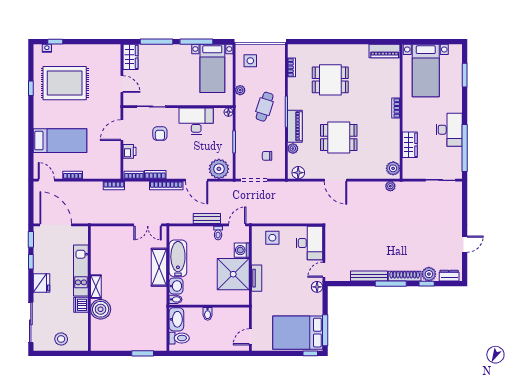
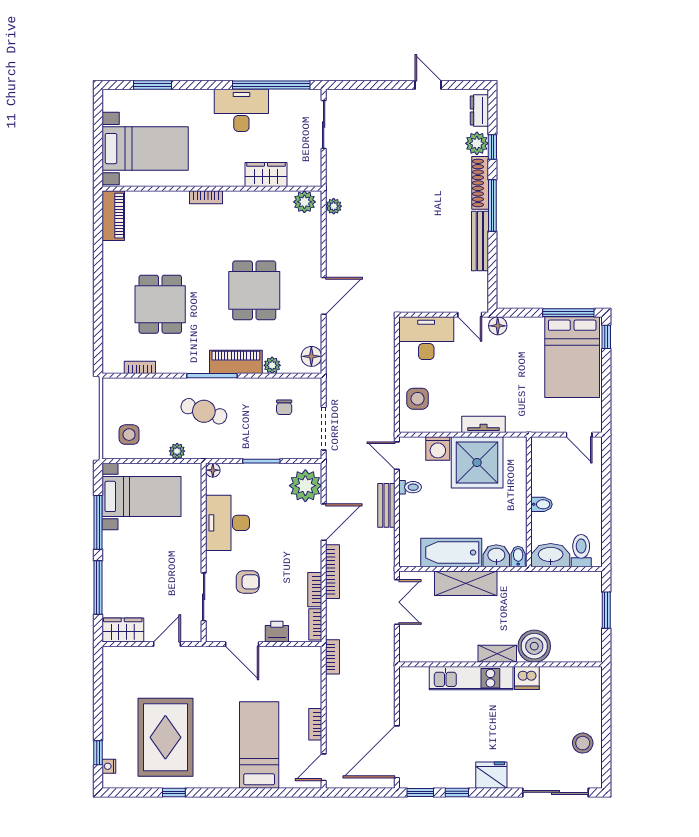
kitchen unit: (81, 271) -> (471, 678), moved
shelving: (96, 287) -> (497, 654), moved
wall: (89, 289) -> (500, 664), moved
dishwasher: (81, 305) -> (527, 678), moved
boiler: (101, 309) -> (534, 646), moved

